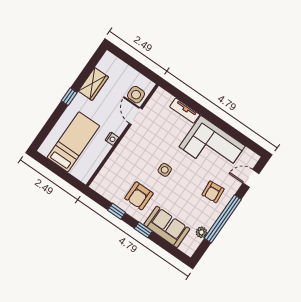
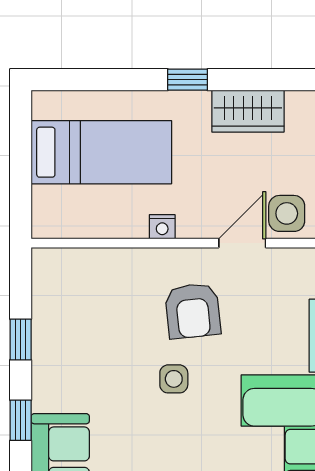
armchair: (139, 196) -> (193, 311), moved, turned -96

